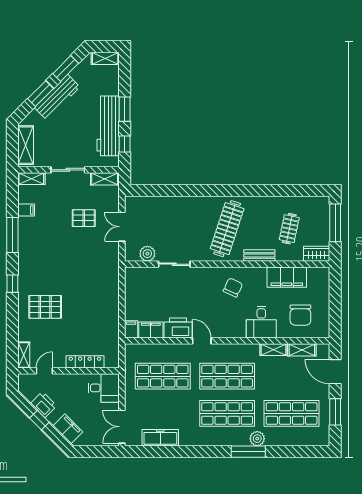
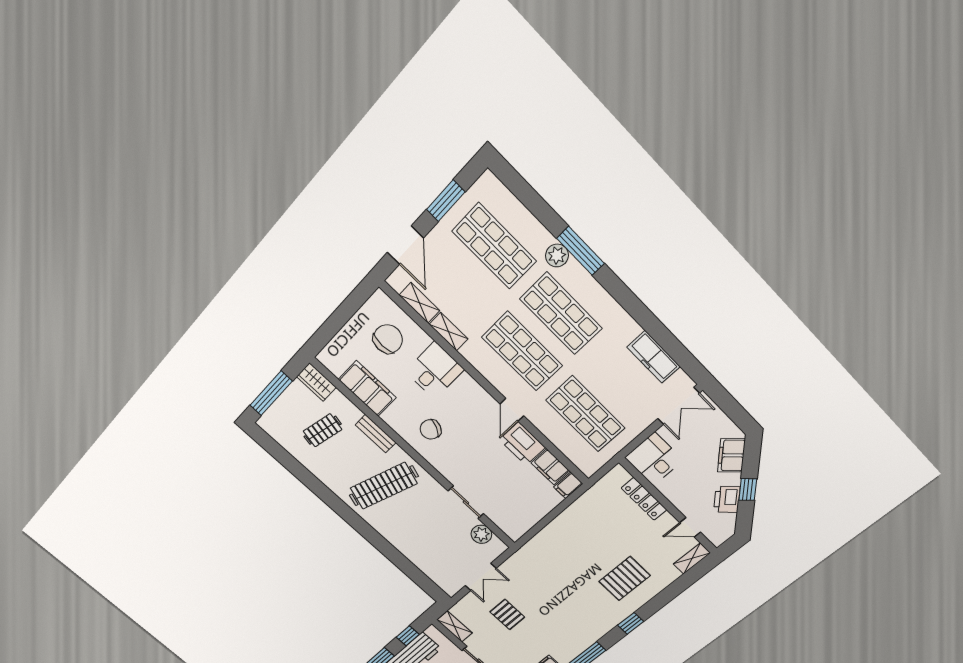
pallet: (45, 307) -> (625, 579), turned 90

